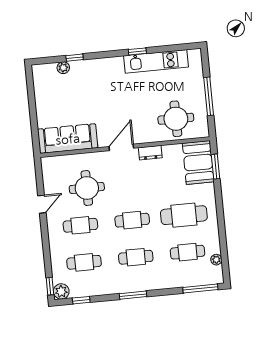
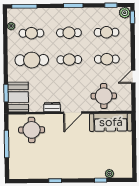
kitchen unit: (156, 61) -> (42, 172), removed
round table: (87, 188) -> (104, 96), moved

